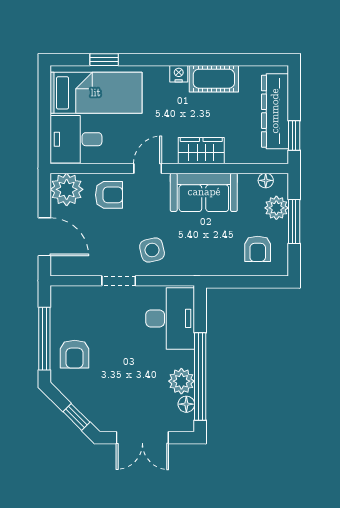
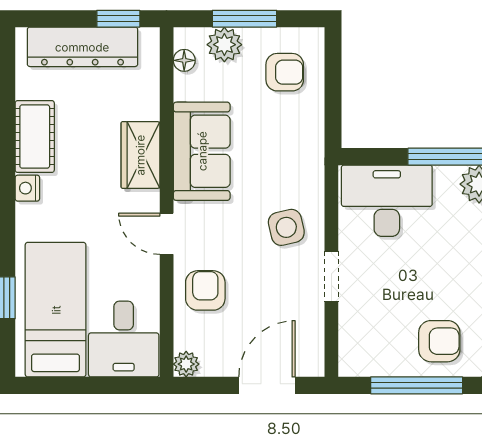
plant: (67, 189) -> (186, 364), width x0.53, depth x0.53

